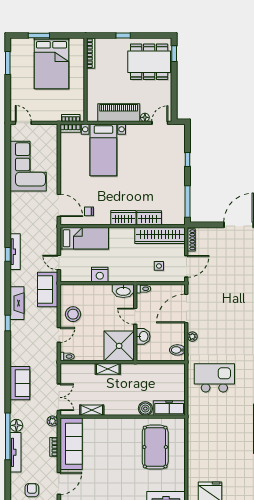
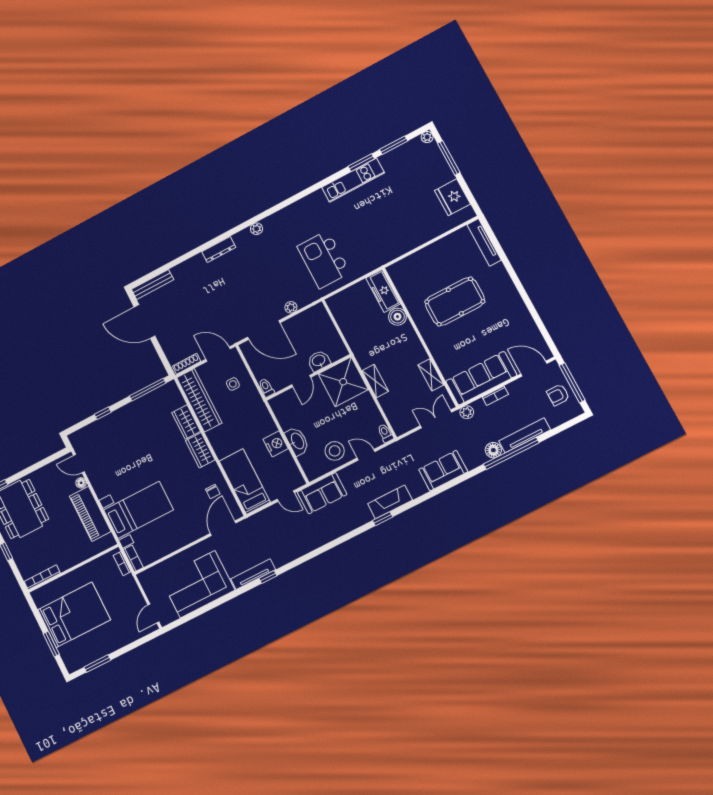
tv unit: (15, 252) -> (253, 574), moved
window: (8, 254) -> (268, 577), moved
door: (59, 263) -> (286, 496), hinge flipped
washbasin: (123, 291) -> (297, 441), moved
fireplace: (17, 303) -> (390, 502), moved
bidet: (177, 350) -> (314, 316), removed
pool table: (155, 447) -> (455, 302), moved

